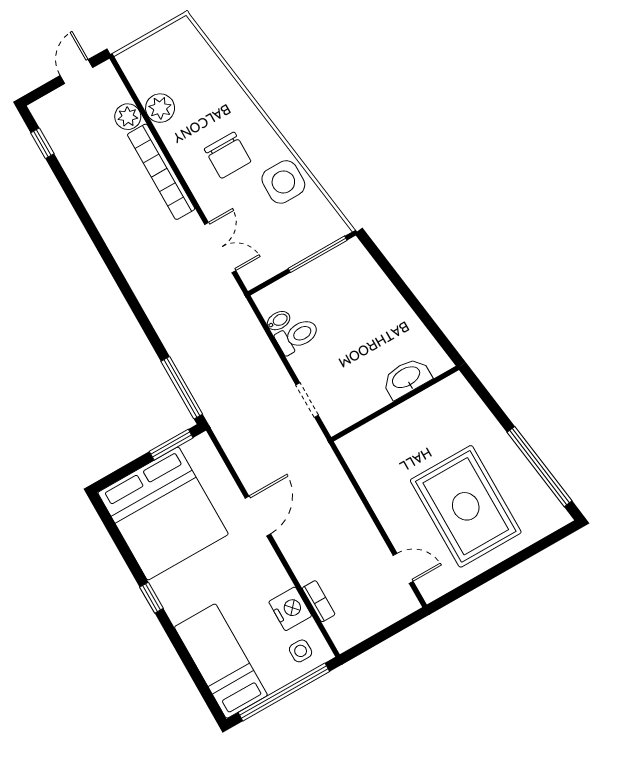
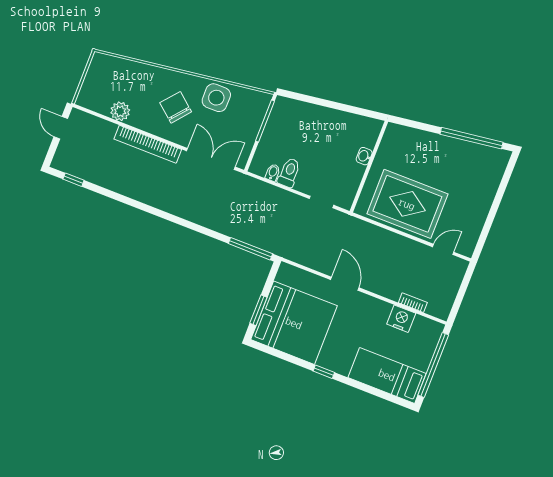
plant: (128, 117) -> (107, 129), removed
chair: (228, 155) -> (176, 107), turned -140
double door: (220, 247) -> (211, 159), width x1.37
washbasin: (406, 378) -> (364, 156), width x0.52, depth x0.69
window: (171, 445) -> (258, 310), moved
rug: (466, 506) -> (407, 204), moved
side table: (301, 651) -> (424, 336), removed

